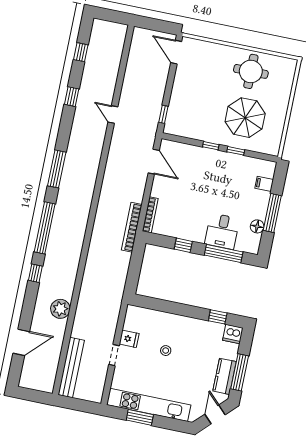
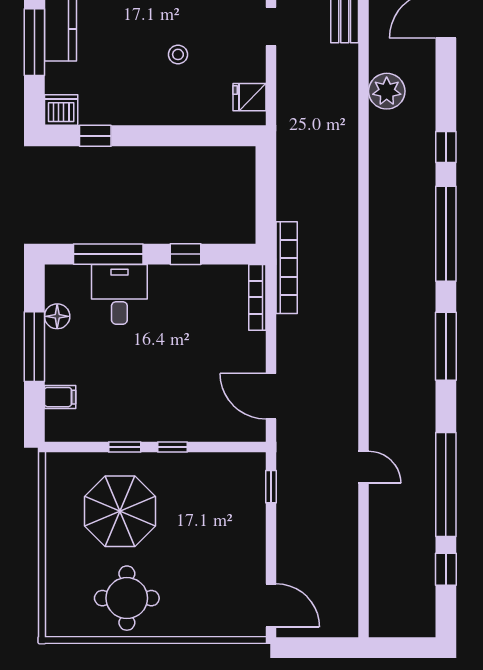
window: (72, 97) -> (446, 484), width x3.17
fridge: (129, 339) -> (250, 97), moved

